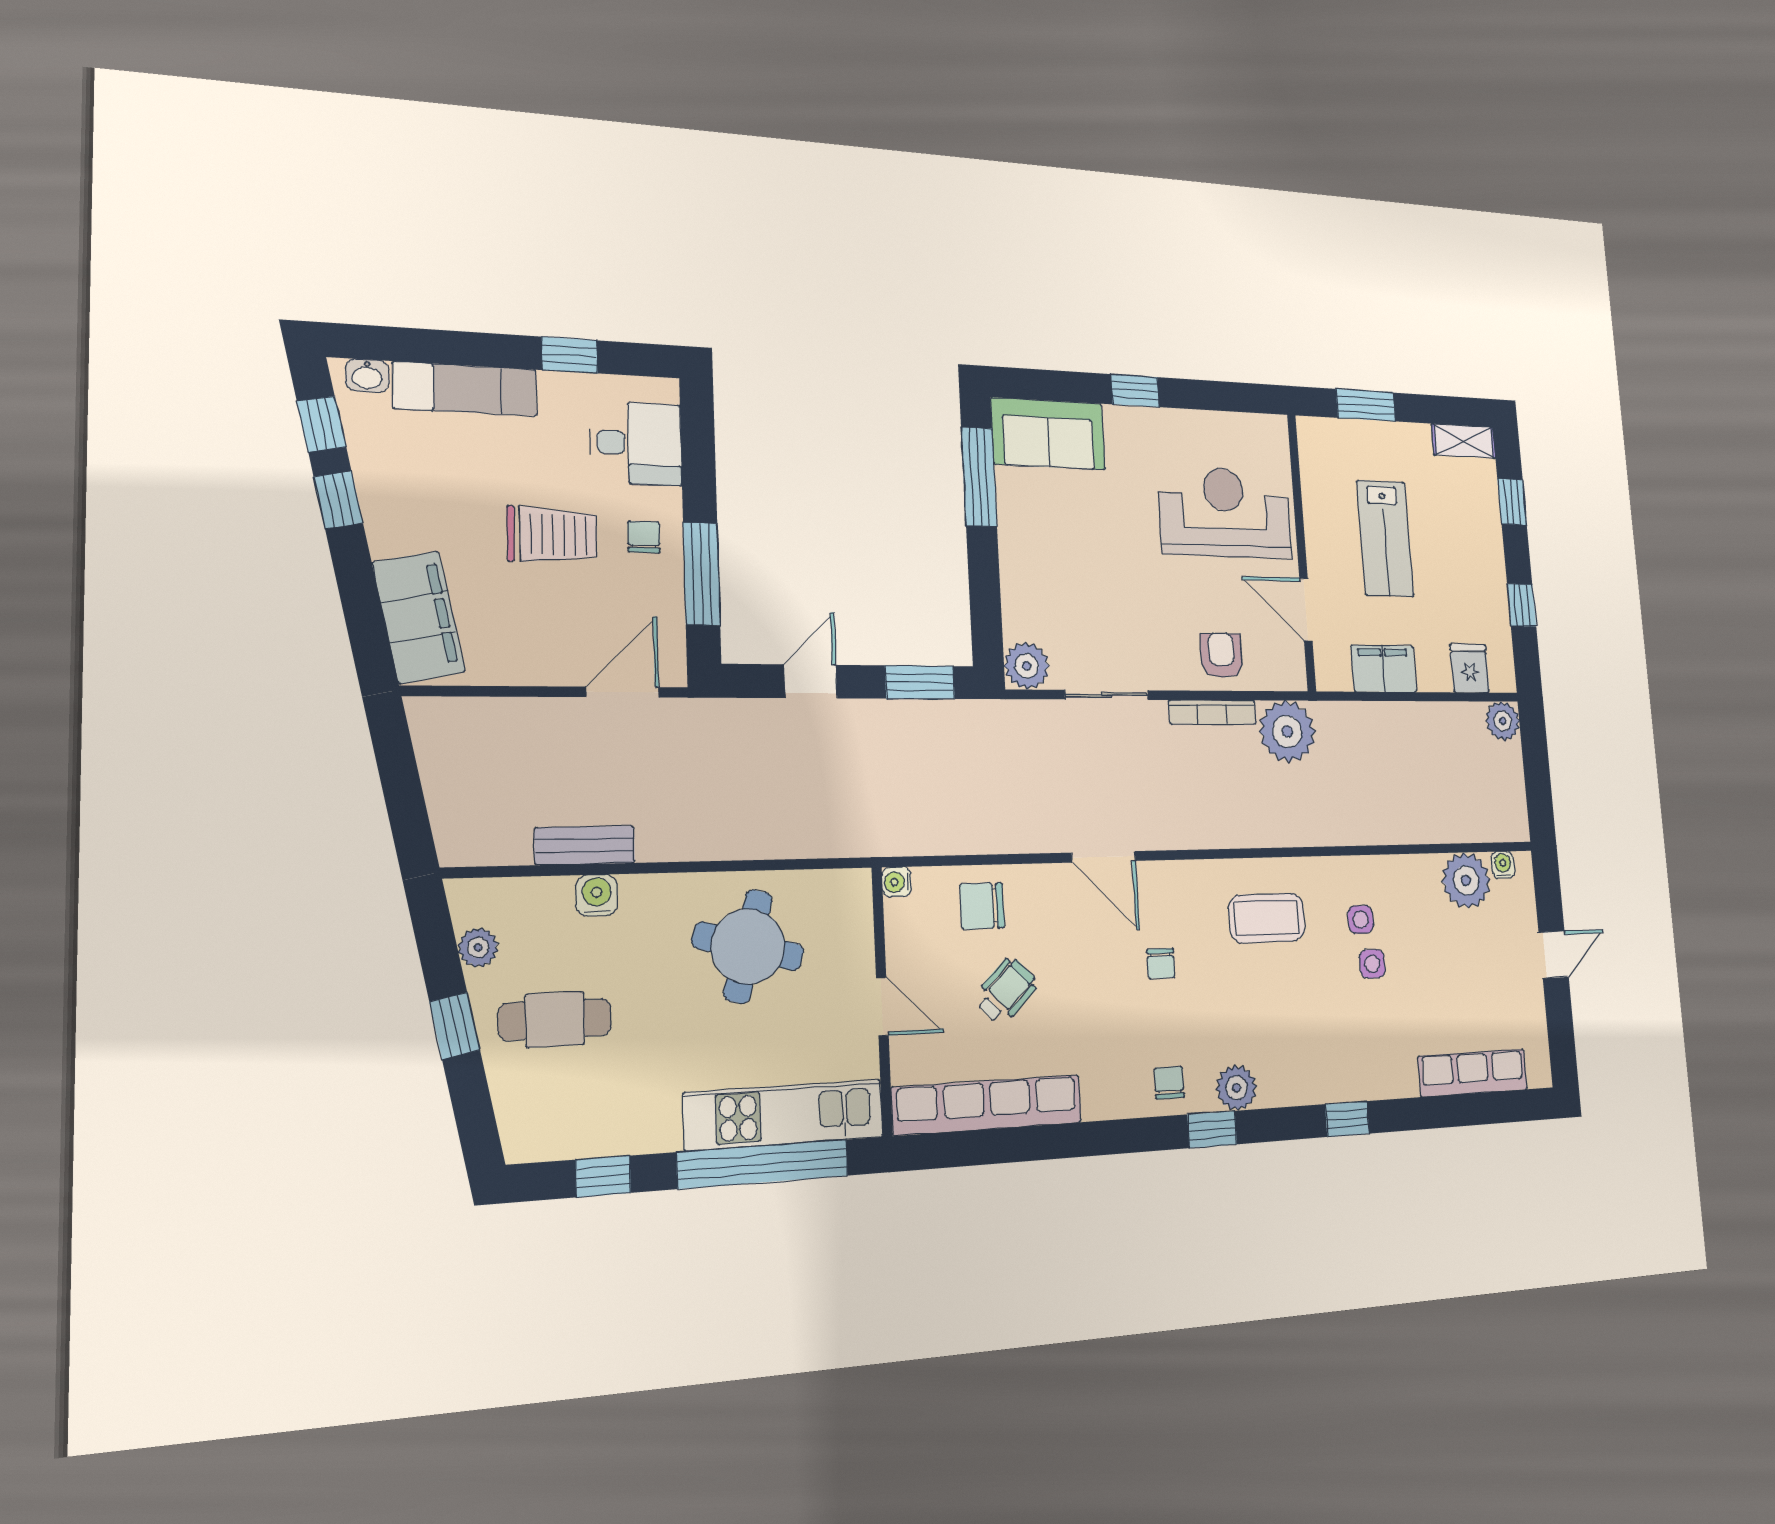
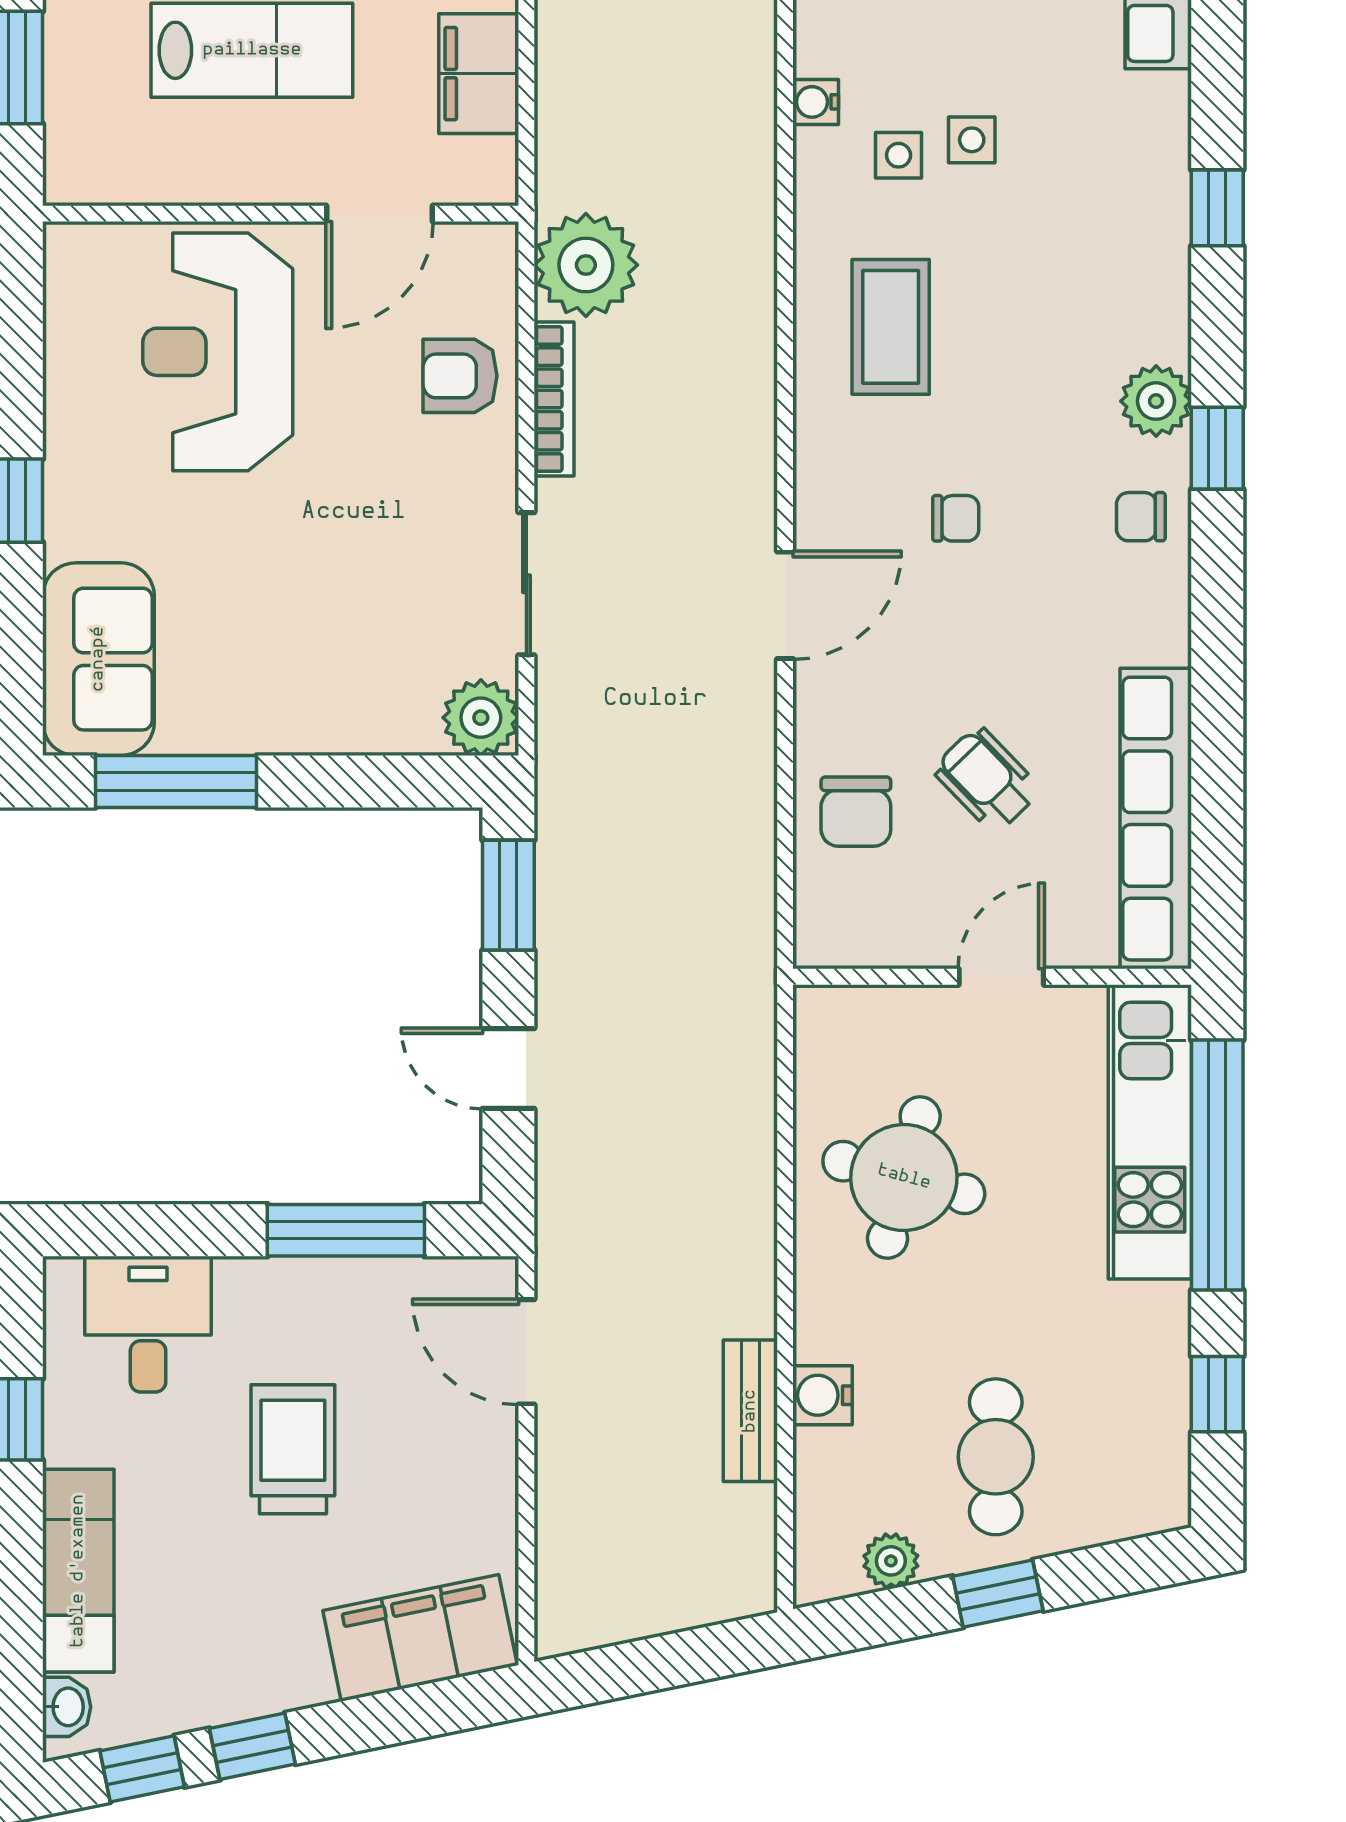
chair: (644, 537) -> (292, 1315), removed
water cooler: (897, 882) -> (816, 102), moved, turned 90

